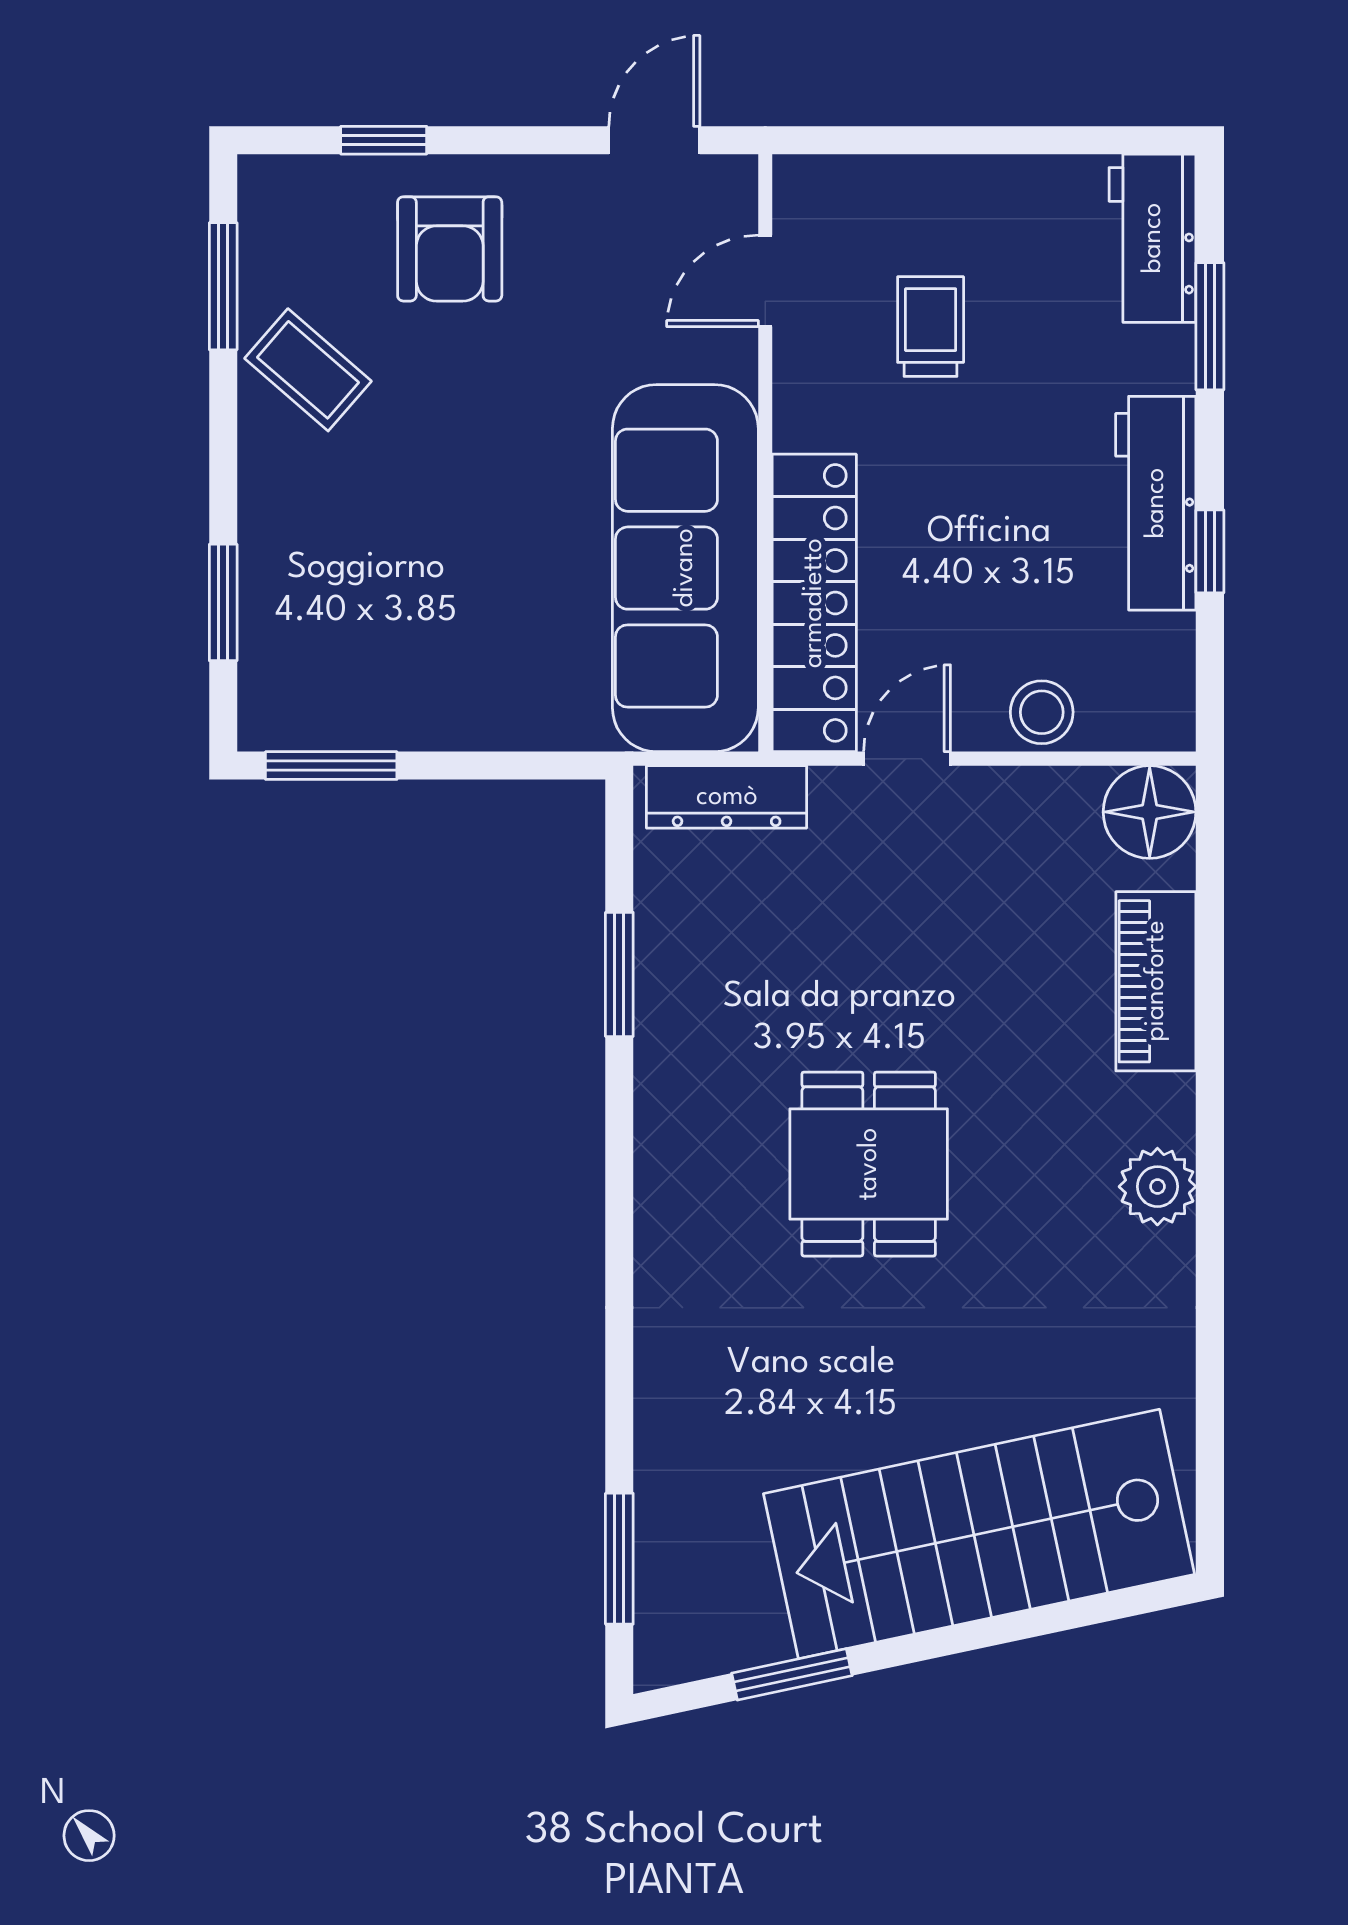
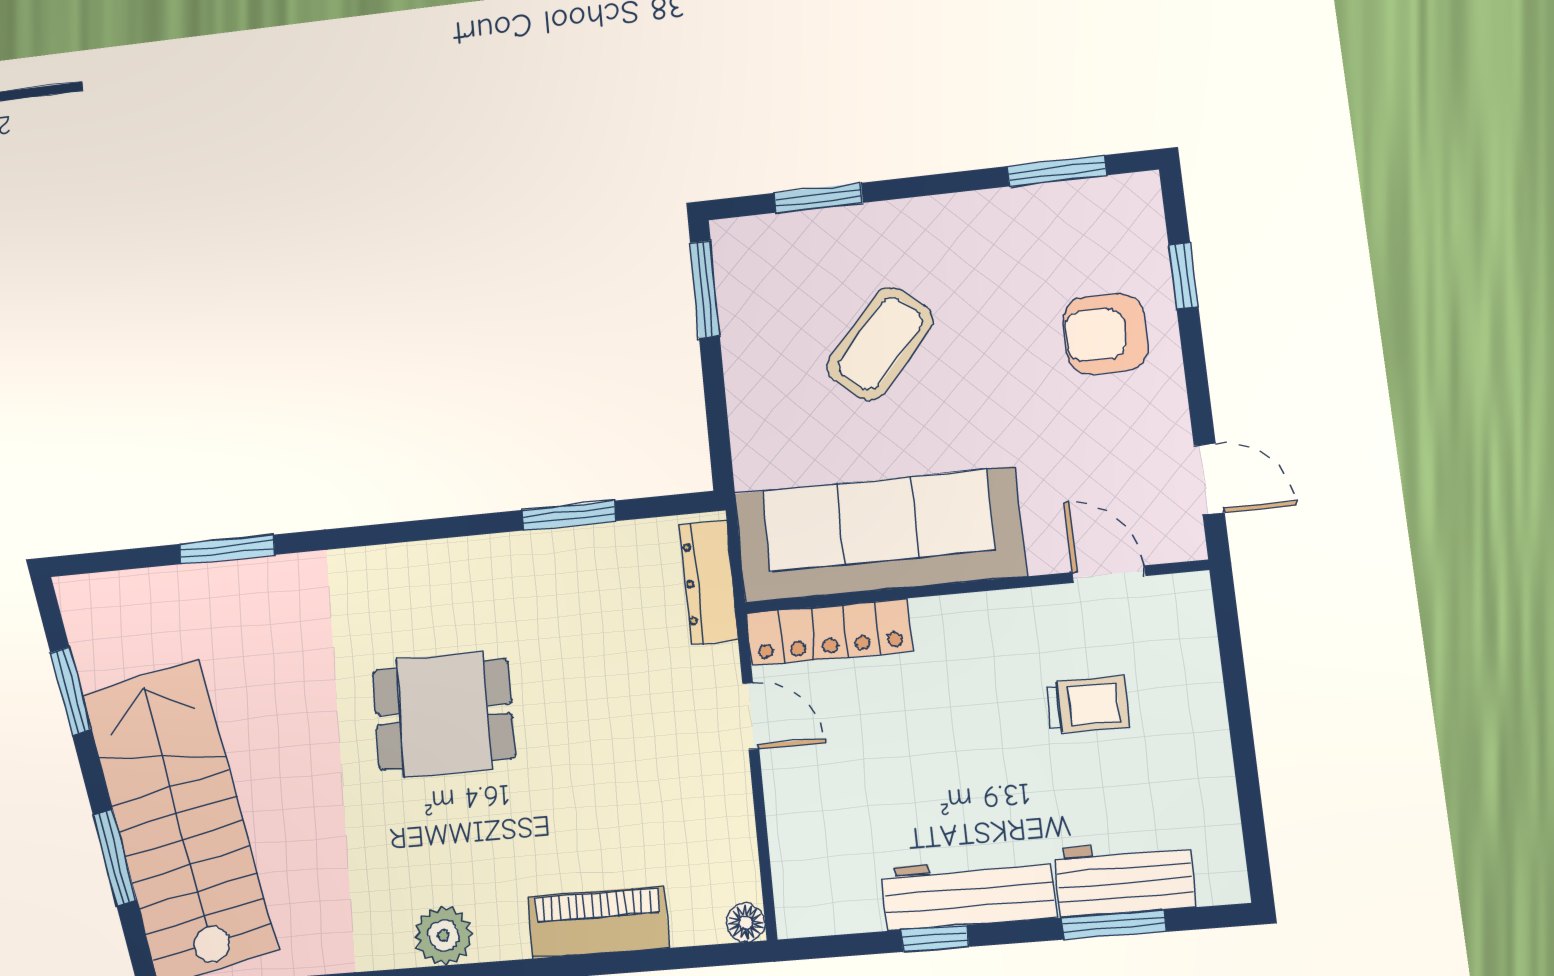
workbench: (1153, 238) -> (1124, 878), moved
coffee table: (308, 370) -> (880, 344), moved, width x1.36, depth x1.30
locker: (814, 603) -> (829, 632), width x0.71, depth x0.83
stool: (1042, 712) -> (796, 817), removed
floor lamp: (1150, 812) -> (746, 923), width x0.53, depth x0.53
window: (619, 1559) -> (227, 549), moved
window: (1021, 1626) -> (114, 858), added

